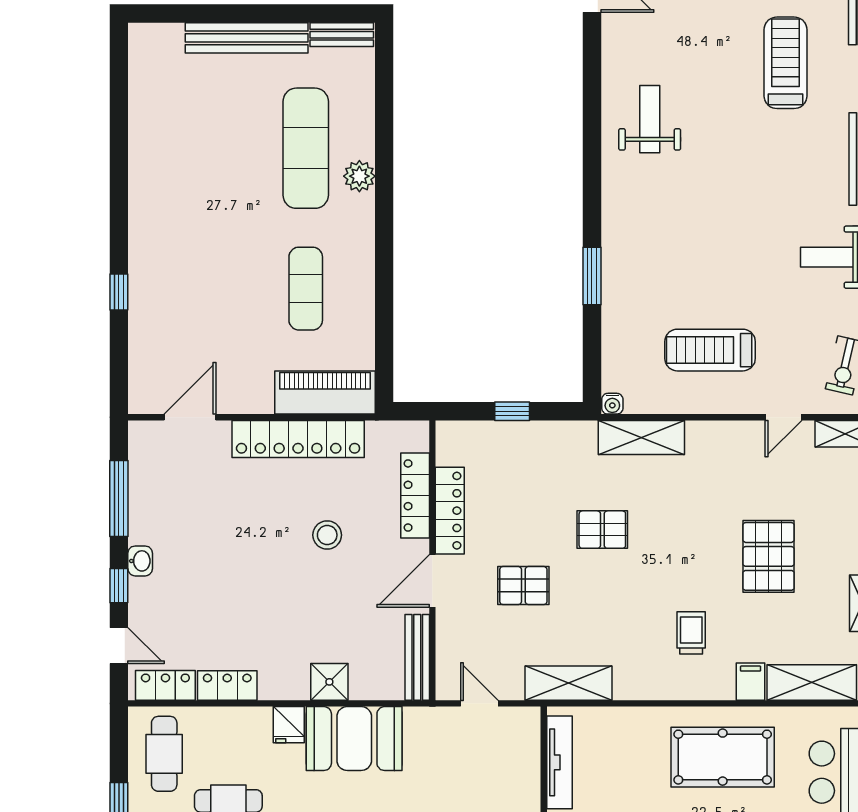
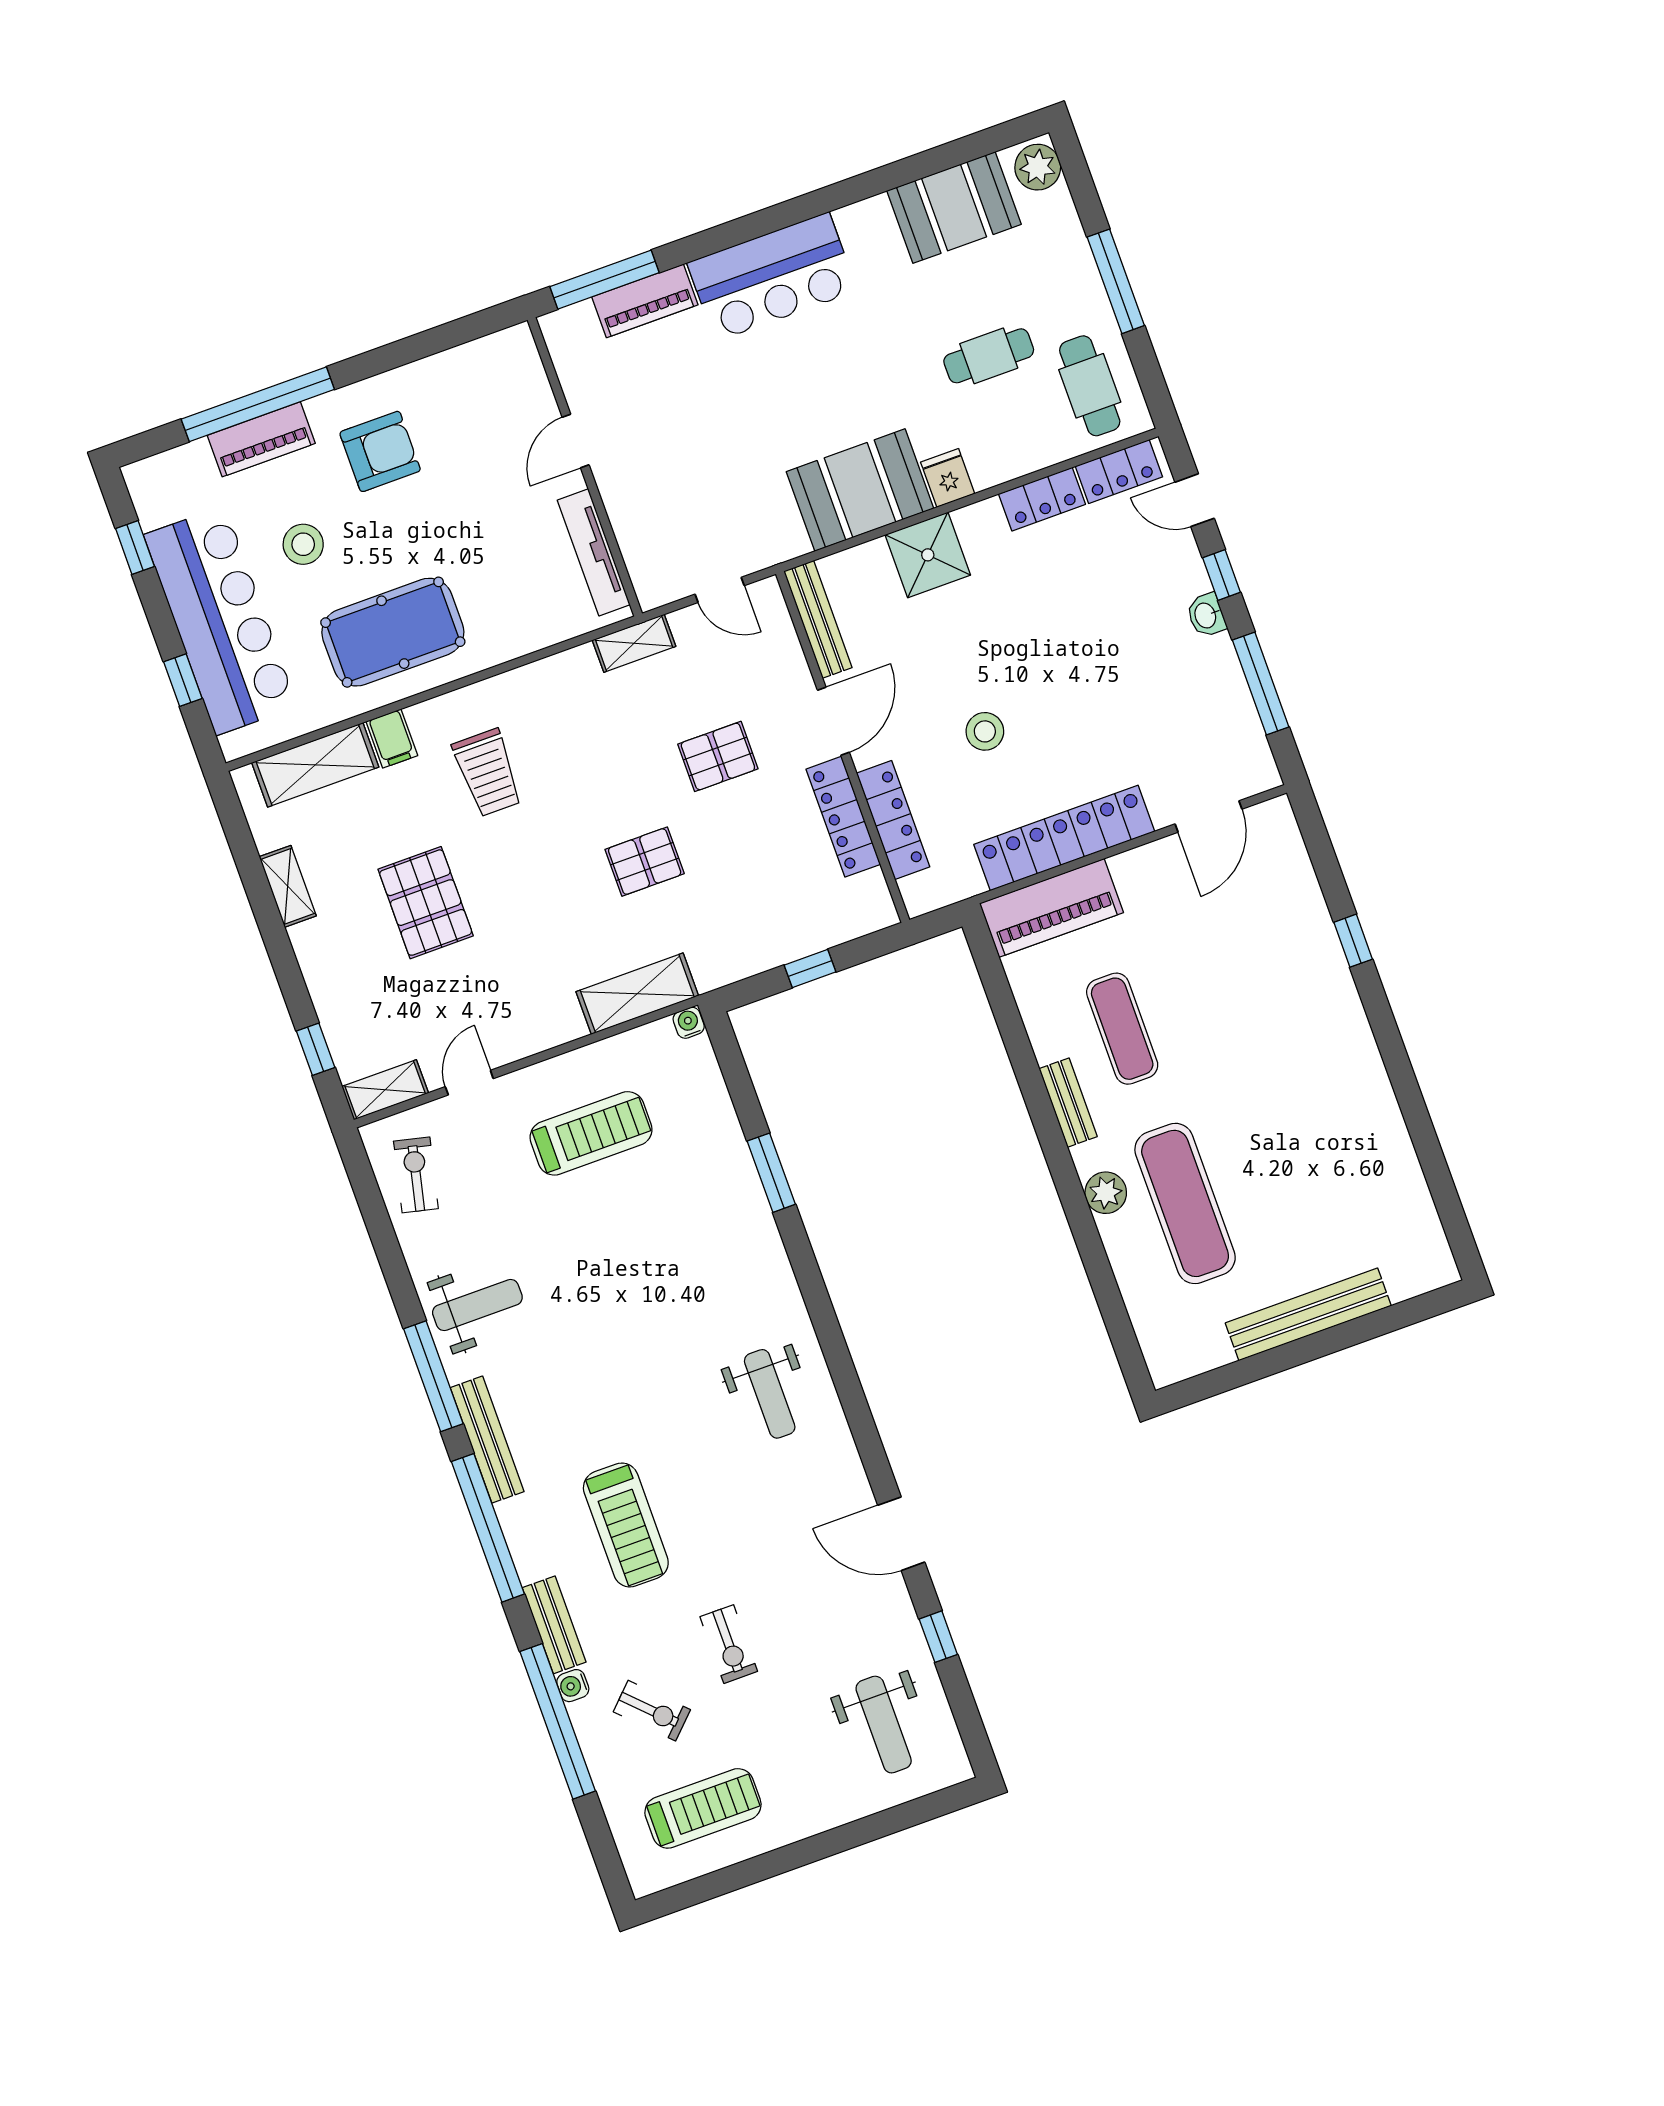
bench: (342, 35) -> (1068, 1103), moved, turned 90
trolley: (691, 633) -> (488, 773), width x1.36, depth x1.39
shower: (329, 682) -> (928, 555), width x1.36, depth x1.36
shelving: (568, 683) -> (634, 643), width x0.67, depth x0.75

